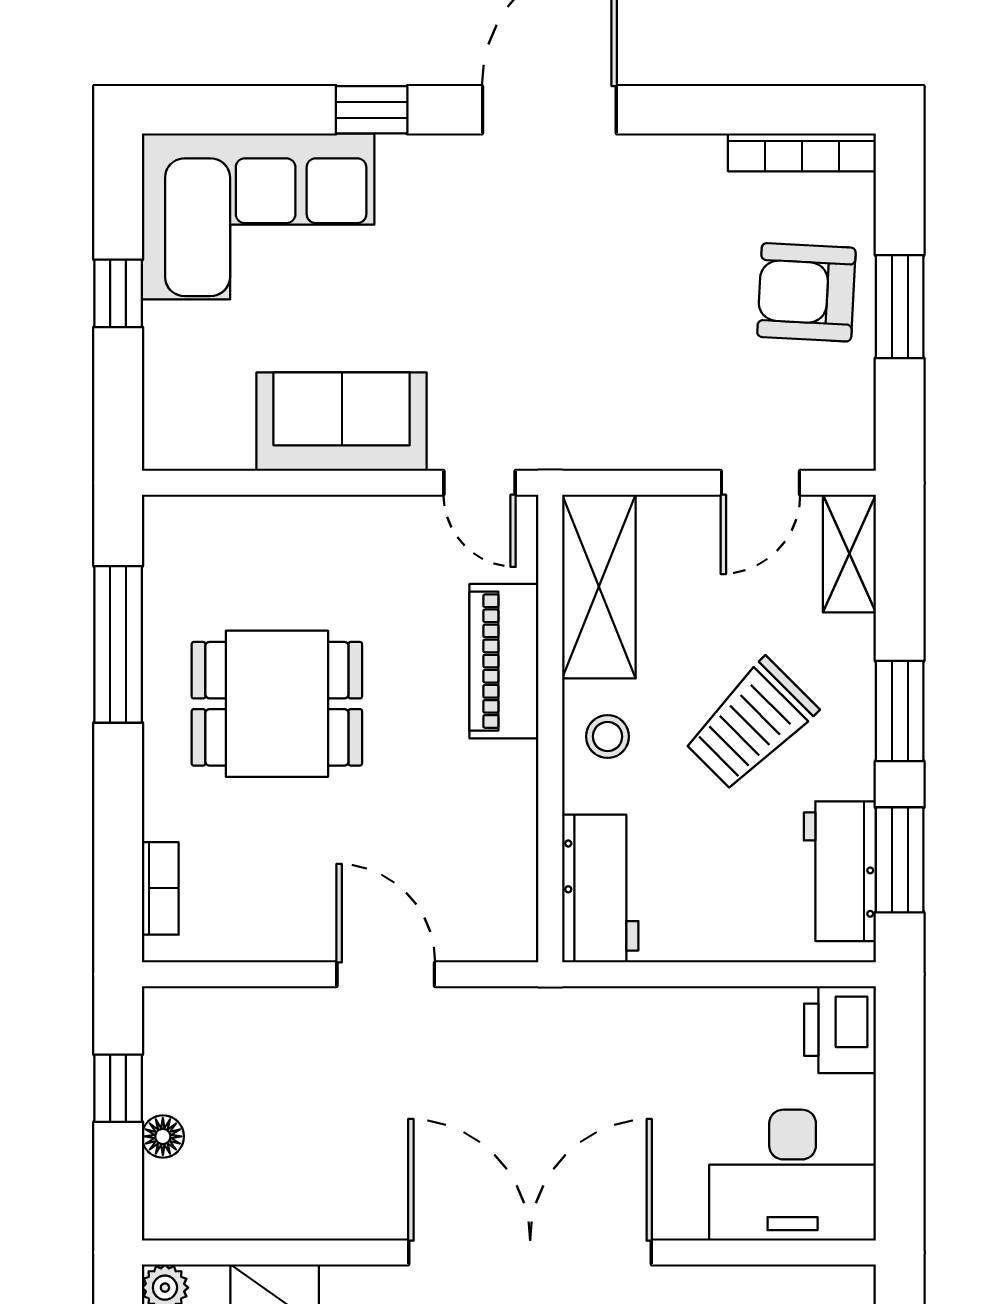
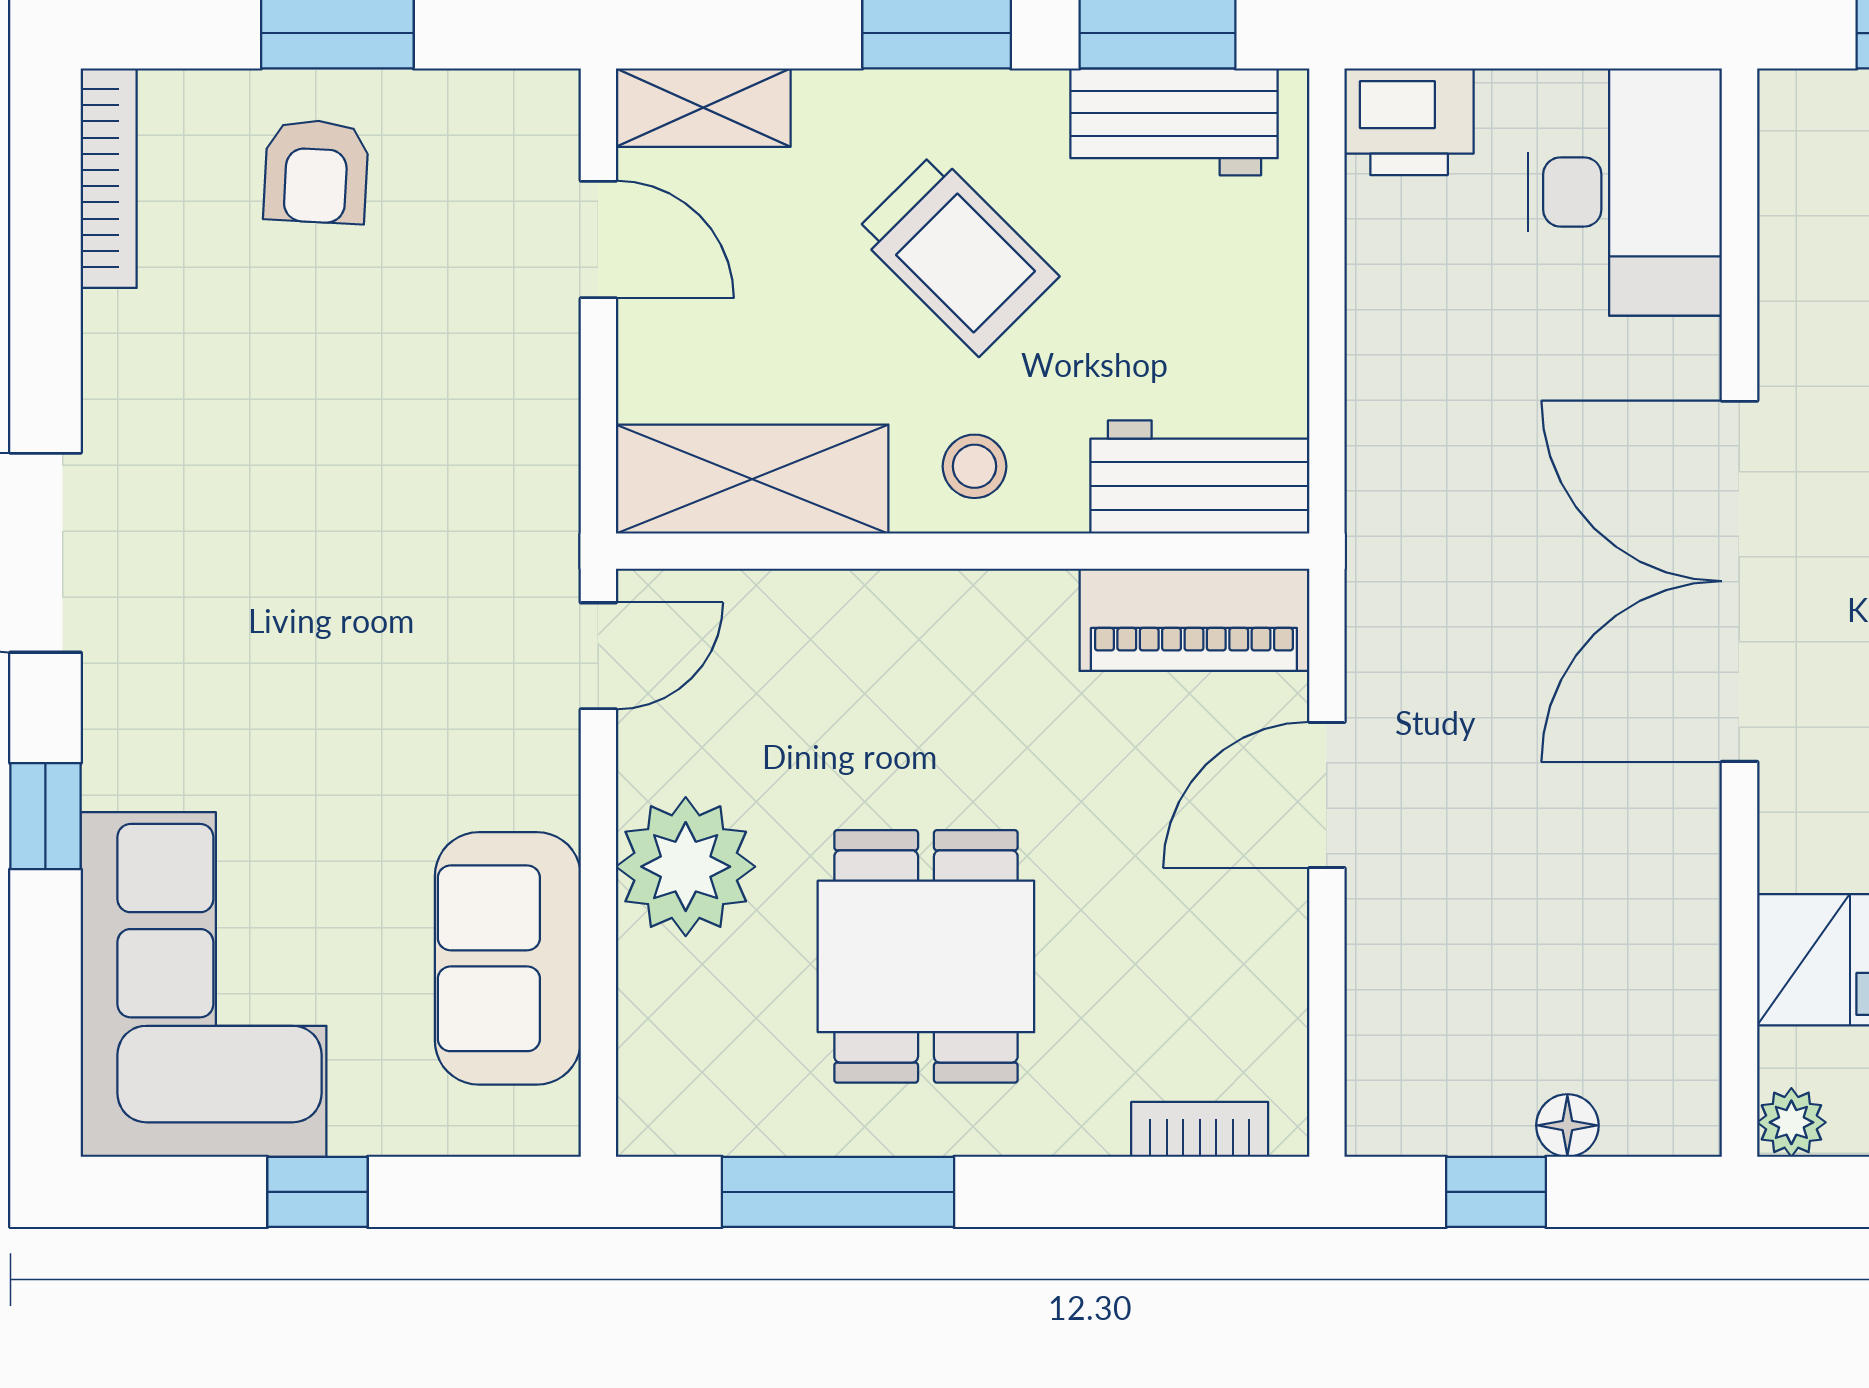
armchair: (806, 292) -> (316, 171), width x0.72, depth x0.72
sofa: (342, 422) -> (508, 958), moved
plant: (337, 542) -> (686, 867), added
piano: (504, 661) -> (1194, 620), moved

